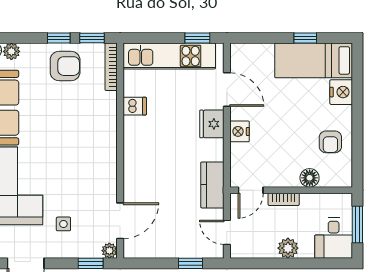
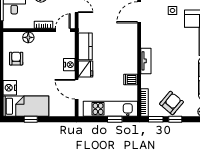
window: (197, 38) -> (115, 119), moved
armchair: (65, 66) -> (172, 103), turned 130
tv unit: (109, 138) -> (146, 61), added
kitchen counter: (212, 185) -> (85, 46), moved

